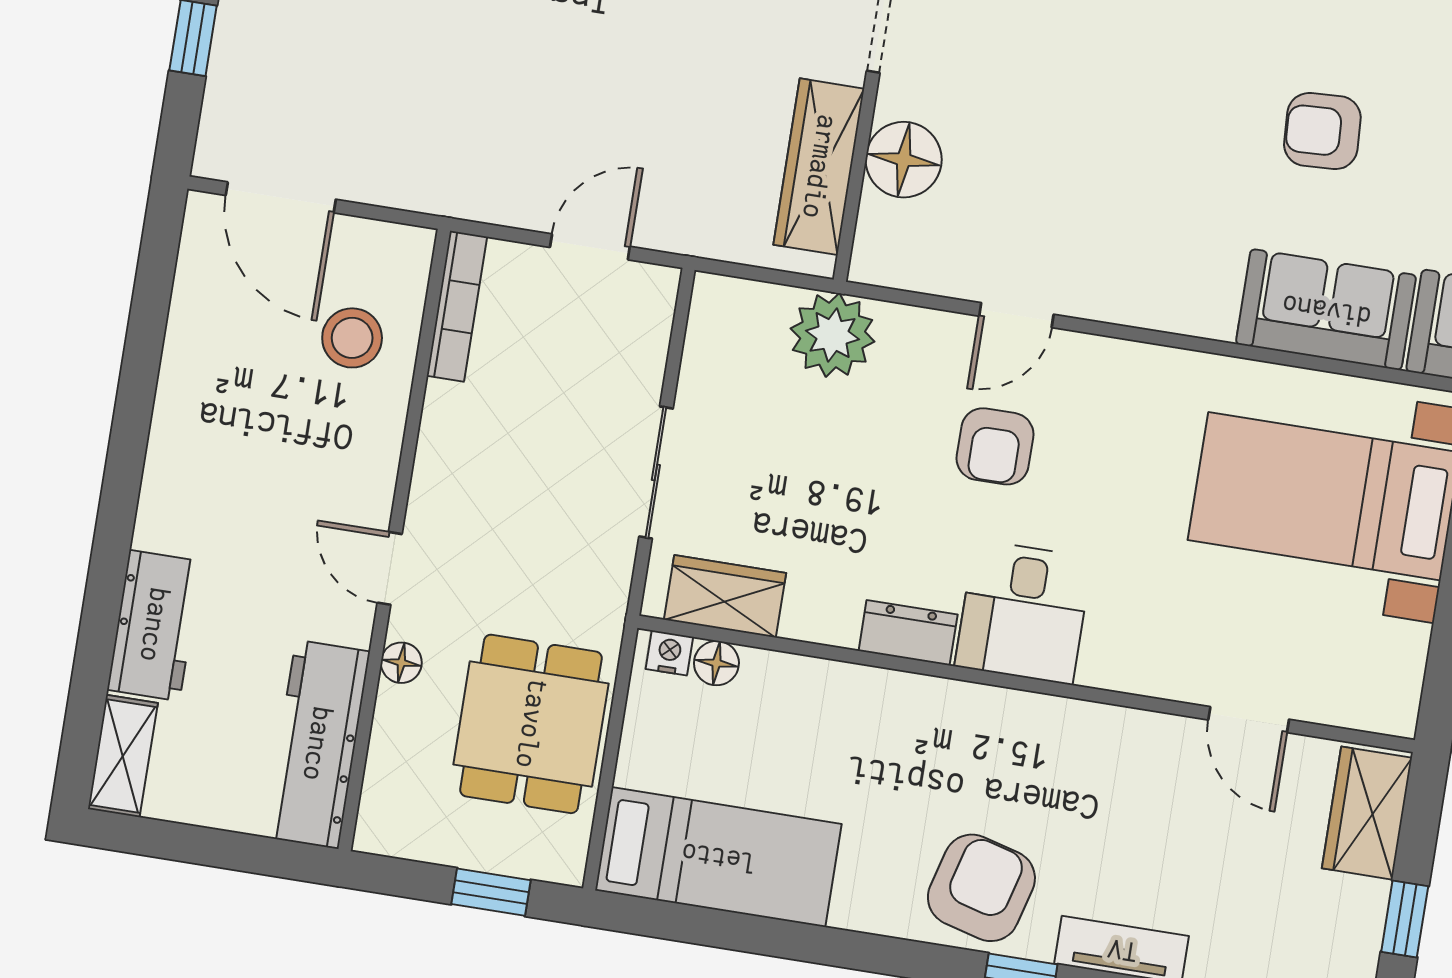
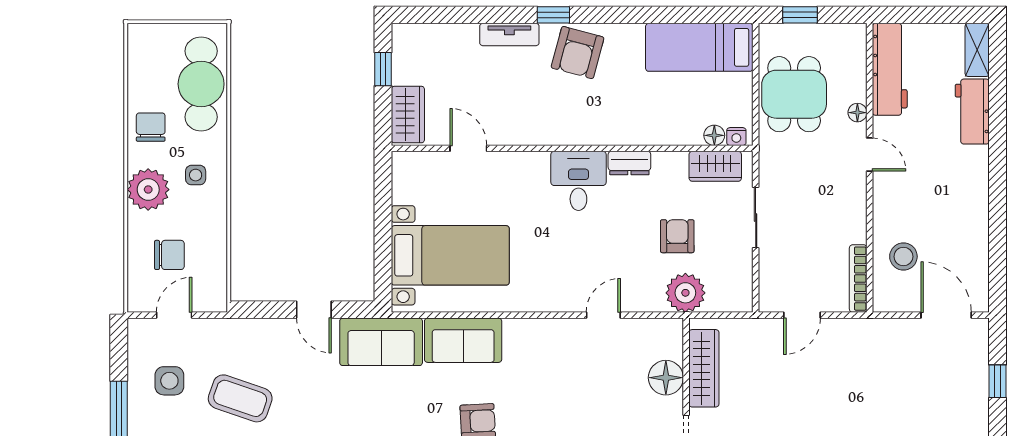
armchair: (995, 446) -> (677, 236), moved

